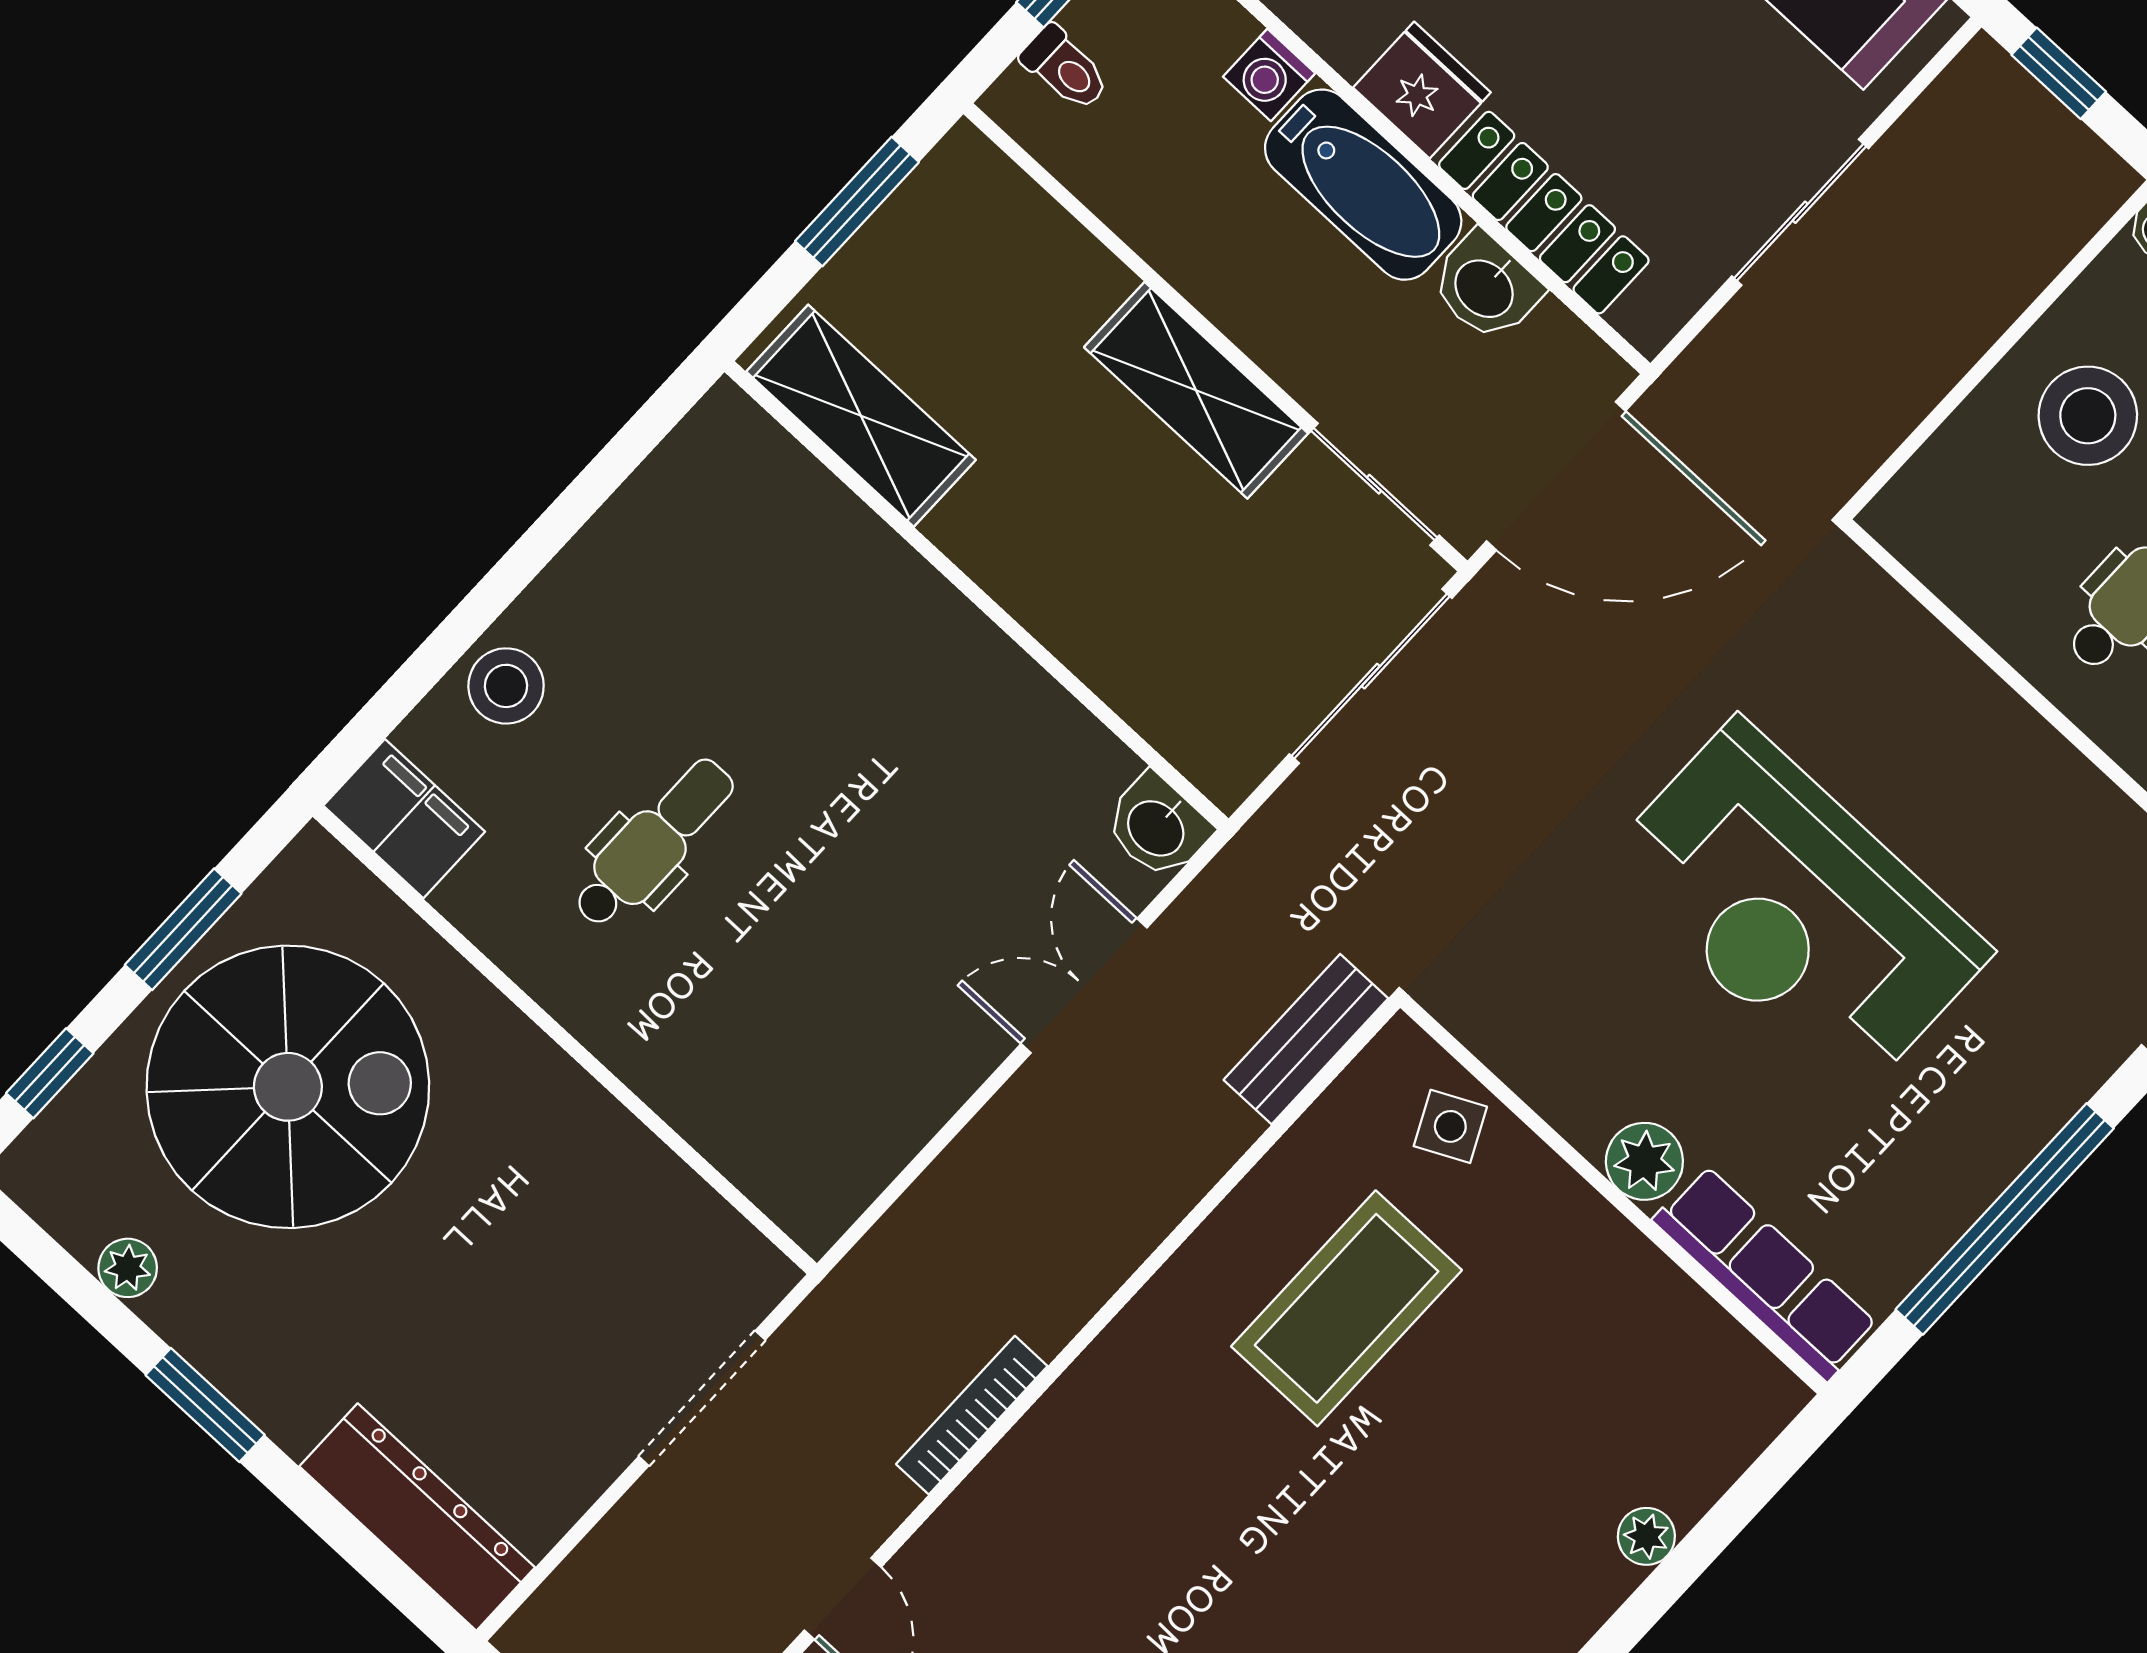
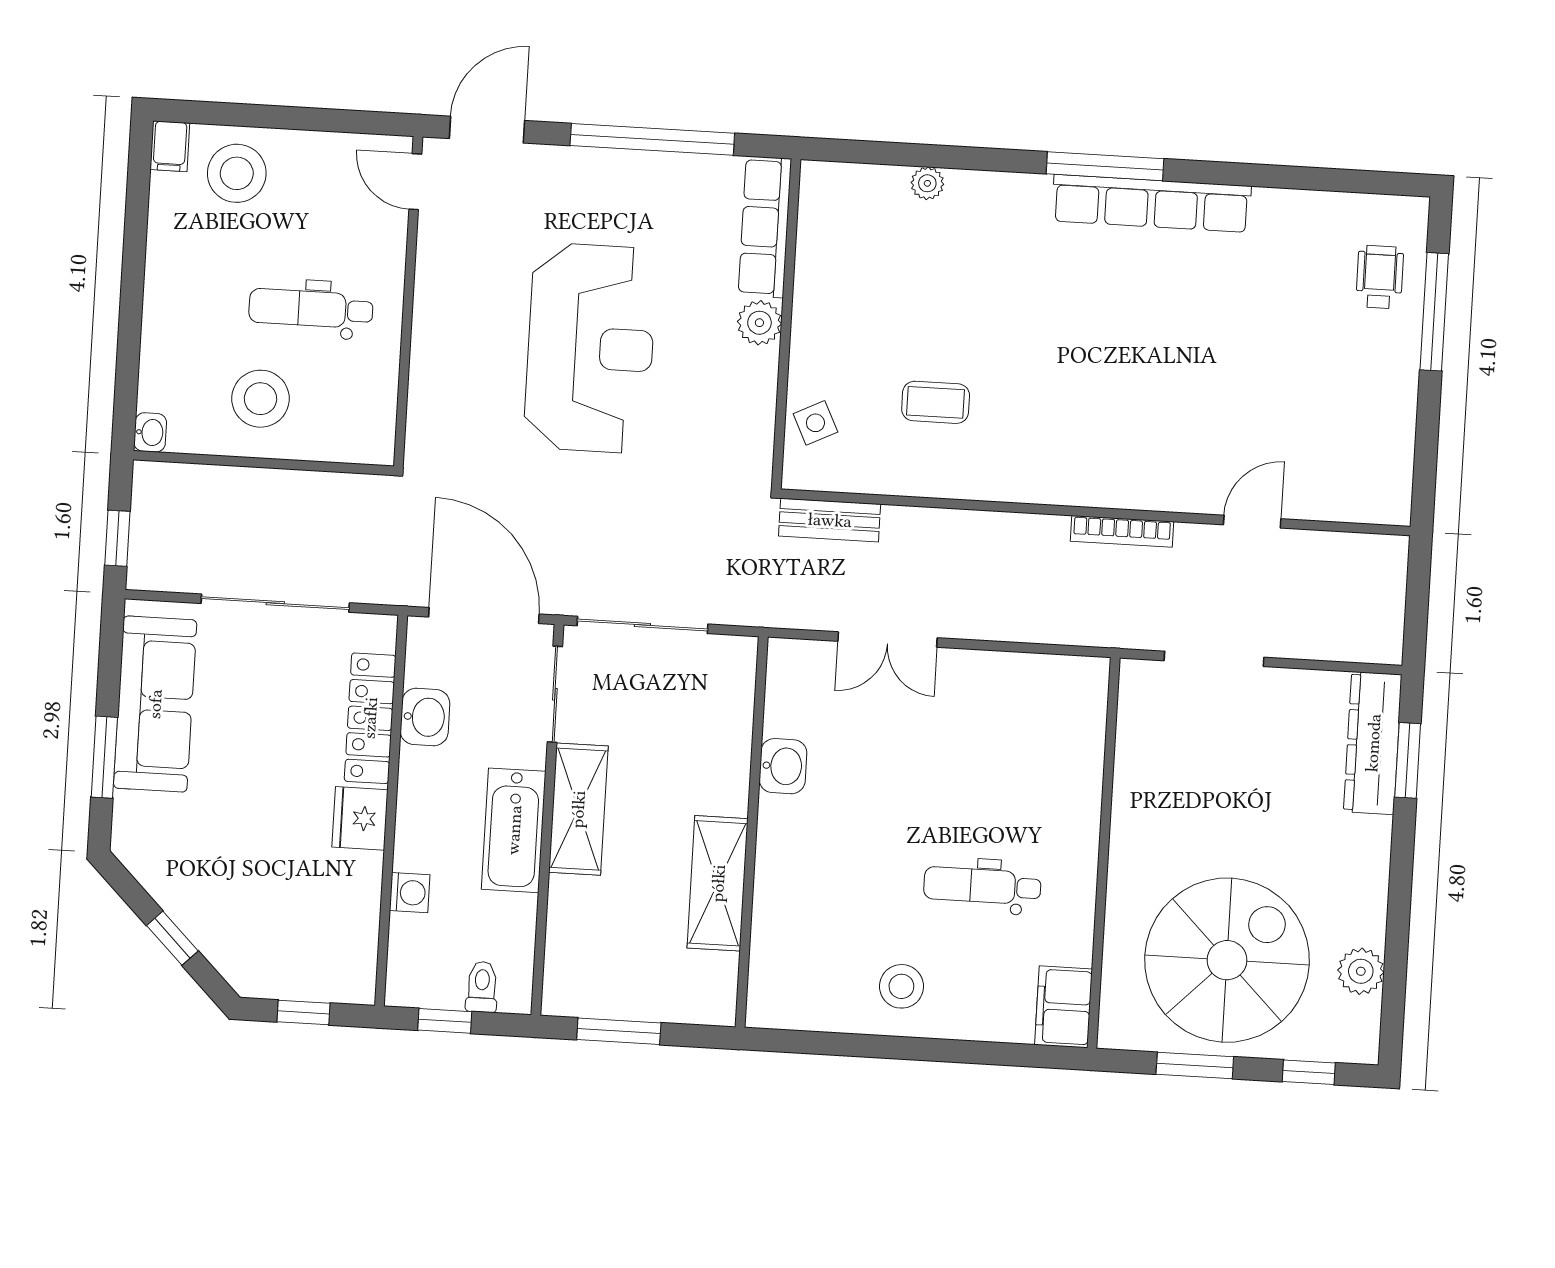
bathtub: (1363, 185) -> (514, 830), moved, turned 180
sliding door: (1800, 212) -> (275, 603), width x1.37
shelving: (861, 416) -> (718, 883), moved
stool: (506, 686) -> (901, 986), moved
washbasin: (1157, 827) -> (783, 766), moved
spiral stairs: (288, 1087) -> (1227, 960), turned 90
plant: (128, 1268) -> (1361, 971), width x1.38, depth x1.38
coffee table: (1347, 1308) -> (936, 402), width x0.54, depth x0.58
window: (205, 1405) -> (1408, 760), moved

